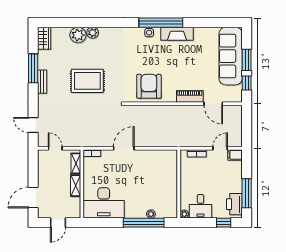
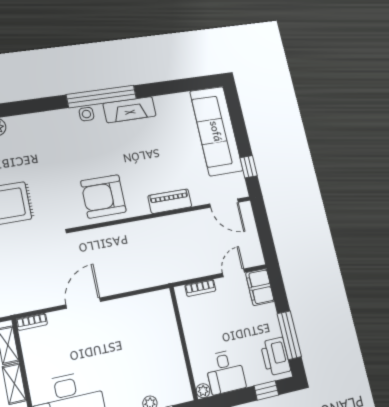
window: (247, 60) -> (241, 133), removed
armchair: (149, 86) -> (103, 196), turned -90
door: (213, 104) -> (224, 203), moved
filing cabinet: (235, 155) -> (260, 287), width x2.00

